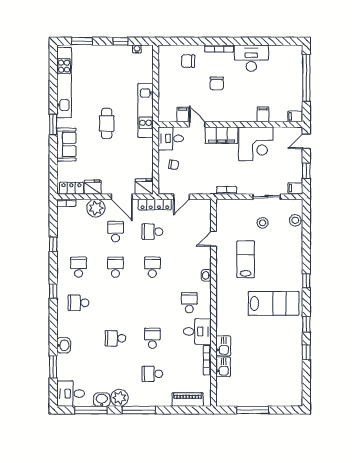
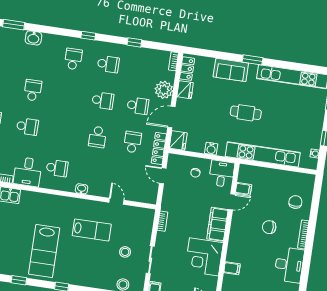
kitchen unit: (146, 110) -> (263, 154), width x1.36
water cooler: (147, 153) -> (211, 149), added
school desk: (152, 267) -> (97, 137), turned 90

